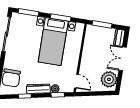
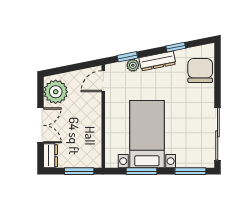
door: (76, 81) -> (103, 81), hinge flipped

